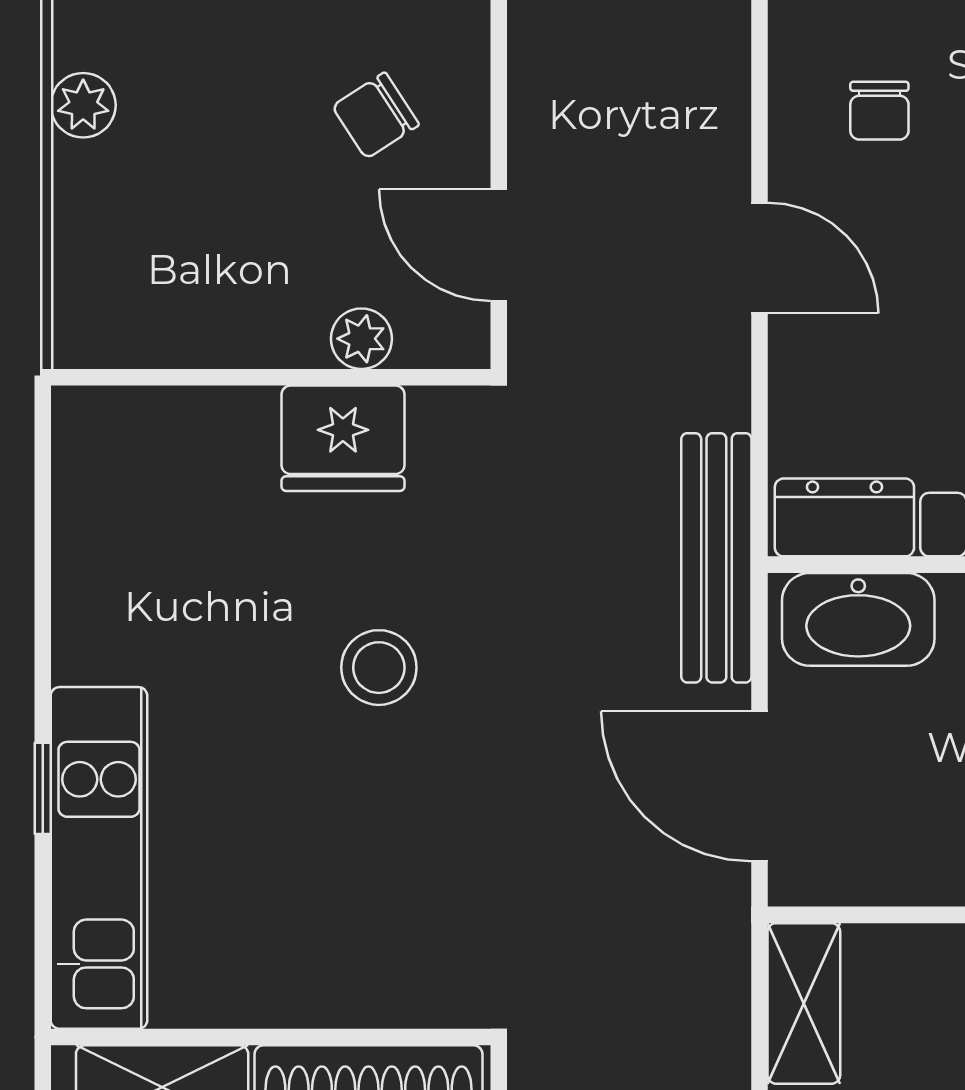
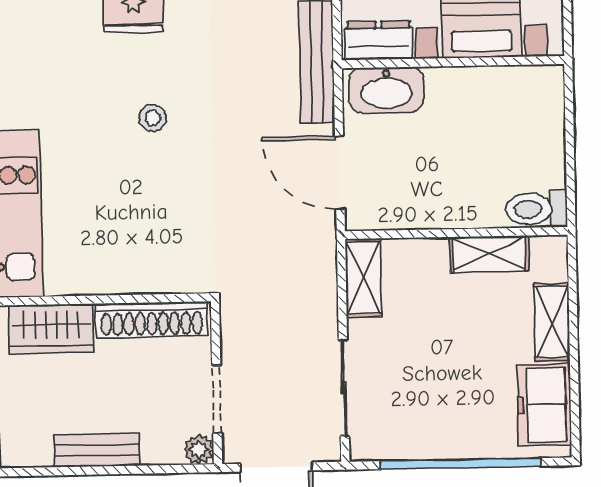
stool: (379, 668) -> (153, 118), width x0.73, depth x0.73

